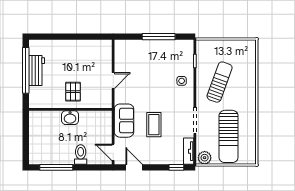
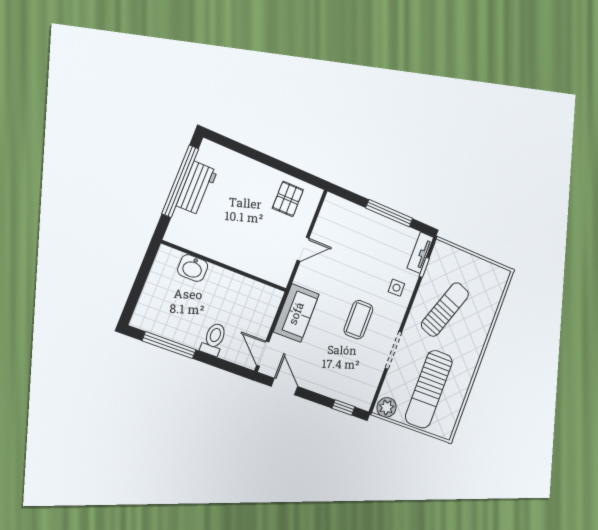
pallet: (73, 92) -> (288, 199), moved
washbasin: (70, 118) -> (193, 268), moved
coffee table: (154, 125) -> (358, 320), moved
tv unit: (189, 151) -> (420, 253), moved

